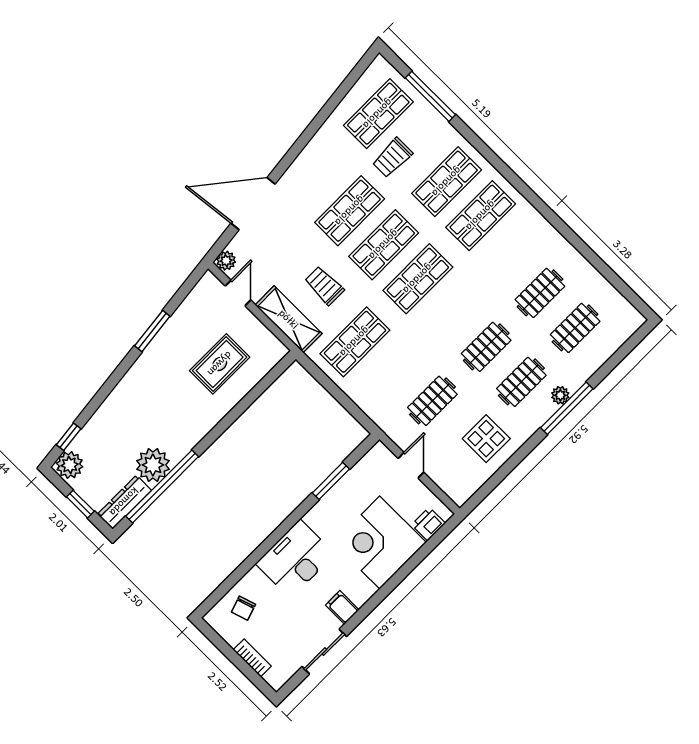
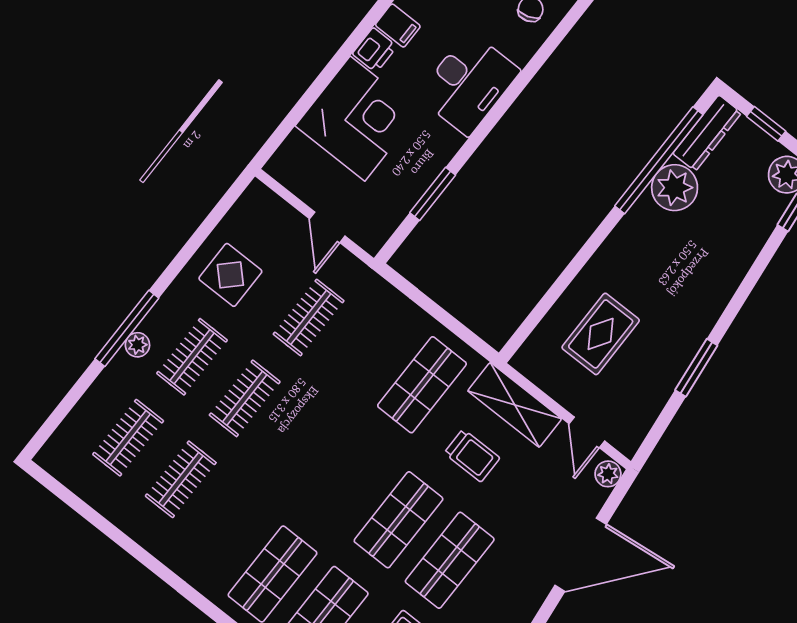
shop shelf: (418, 279) -> (347, 479), removed
printer: (428, 524) -> (375, 50), moved

